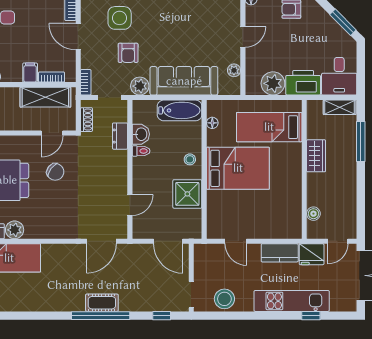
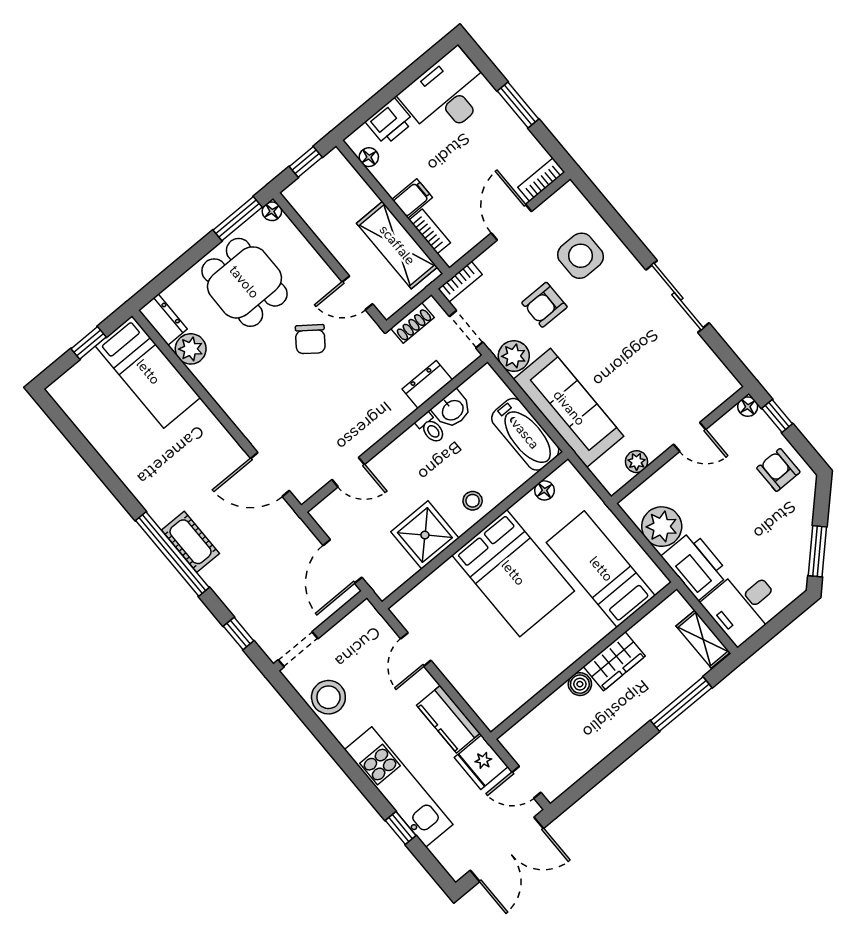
boiler: (313, 214) -> (580, 684), moved

